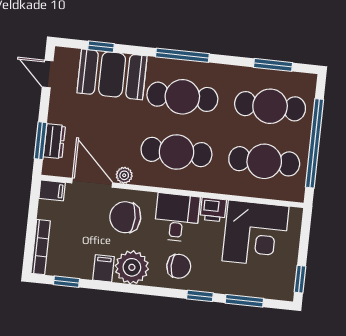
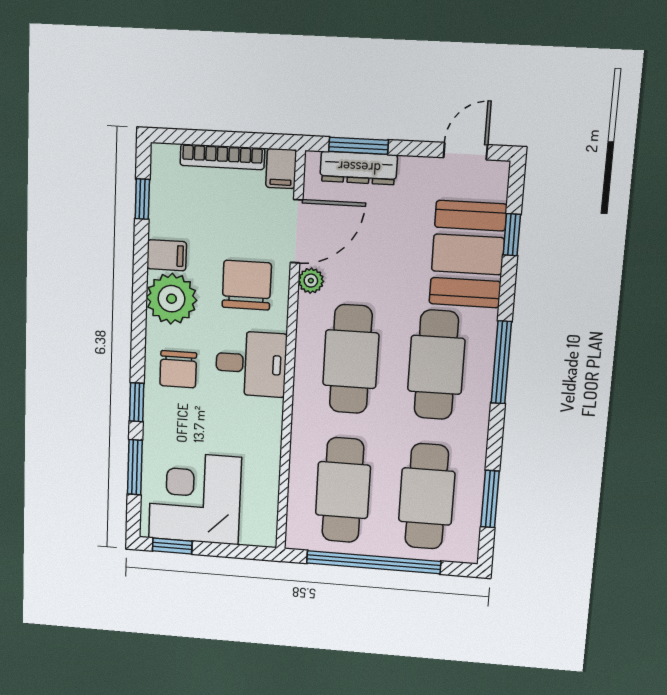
dresser: (54, 141) -> (359, 168), width x1.44
printer: (213, 210) -> (266, 417), removed
corner desk: (256, 234) -> (195, 498), moved, turned 90
bookcase: (41, 247) -> (222, 157), moved

